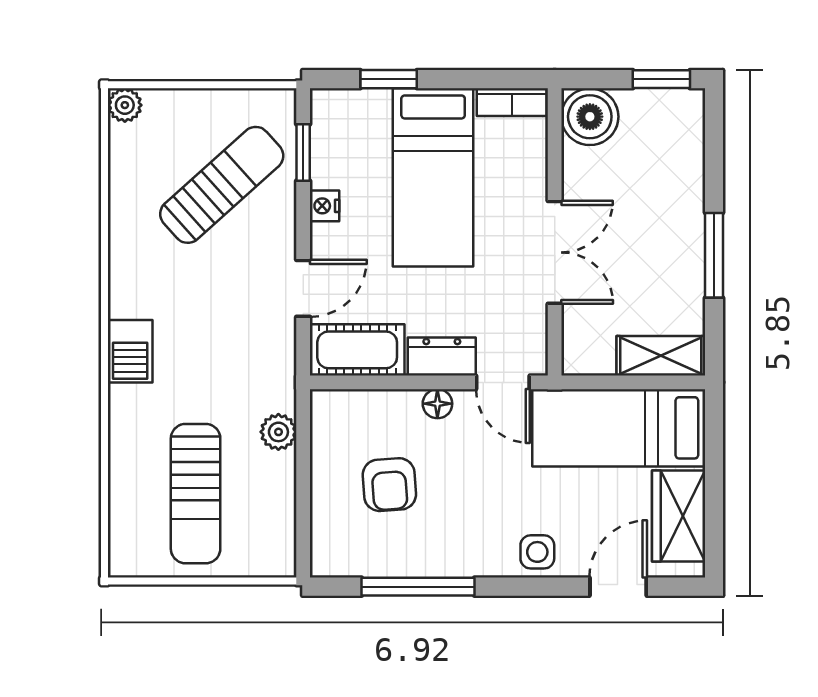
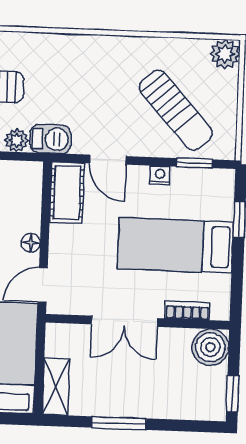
bookcase: (512, 102) -> (187, 310), moved, turned 90
plant: (125, 105) -> (225, 54), width x1.38, depth x1.38
barbecue: (130, 351) -> (50, 139), moved, turned 180
dresser: (442, 356) -> (61, 247), removed

